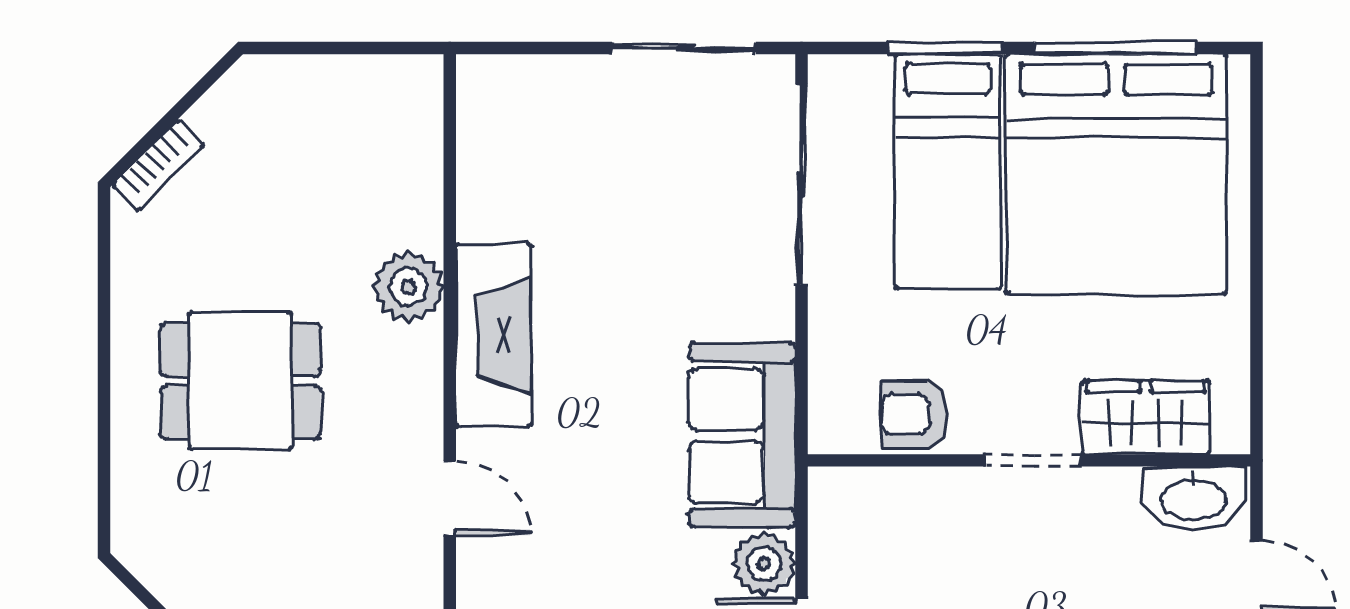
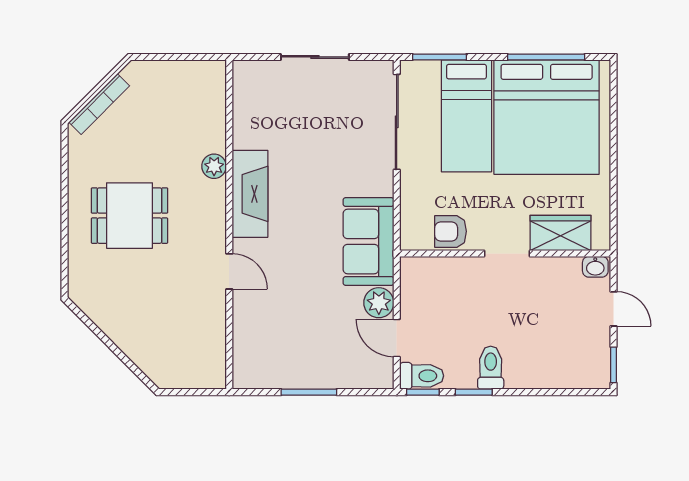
sliding door: (684, 48) -> (315, 57), moved
window: (945, 48) -> (439, 57), moved
bookcase: (158, 165) -> (99, 104), width x1.56
plant: (408, 287) -> (214, 166), width x0.73, depth x0.73
washbasin: (1194, 498) -> (595, 267), width x0.52, depth x0.69

